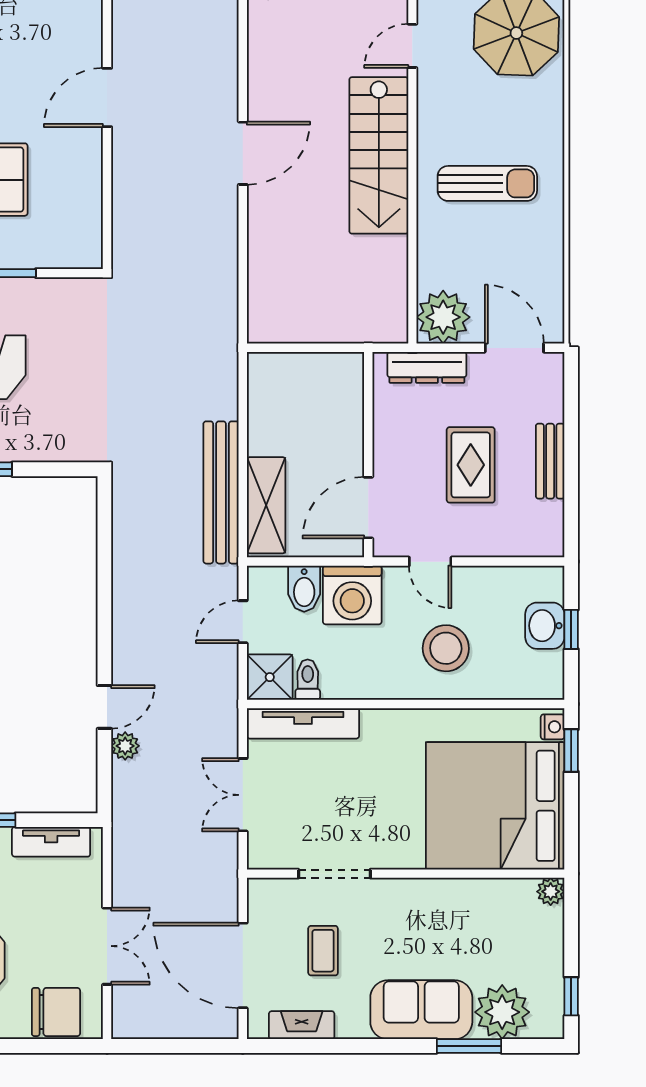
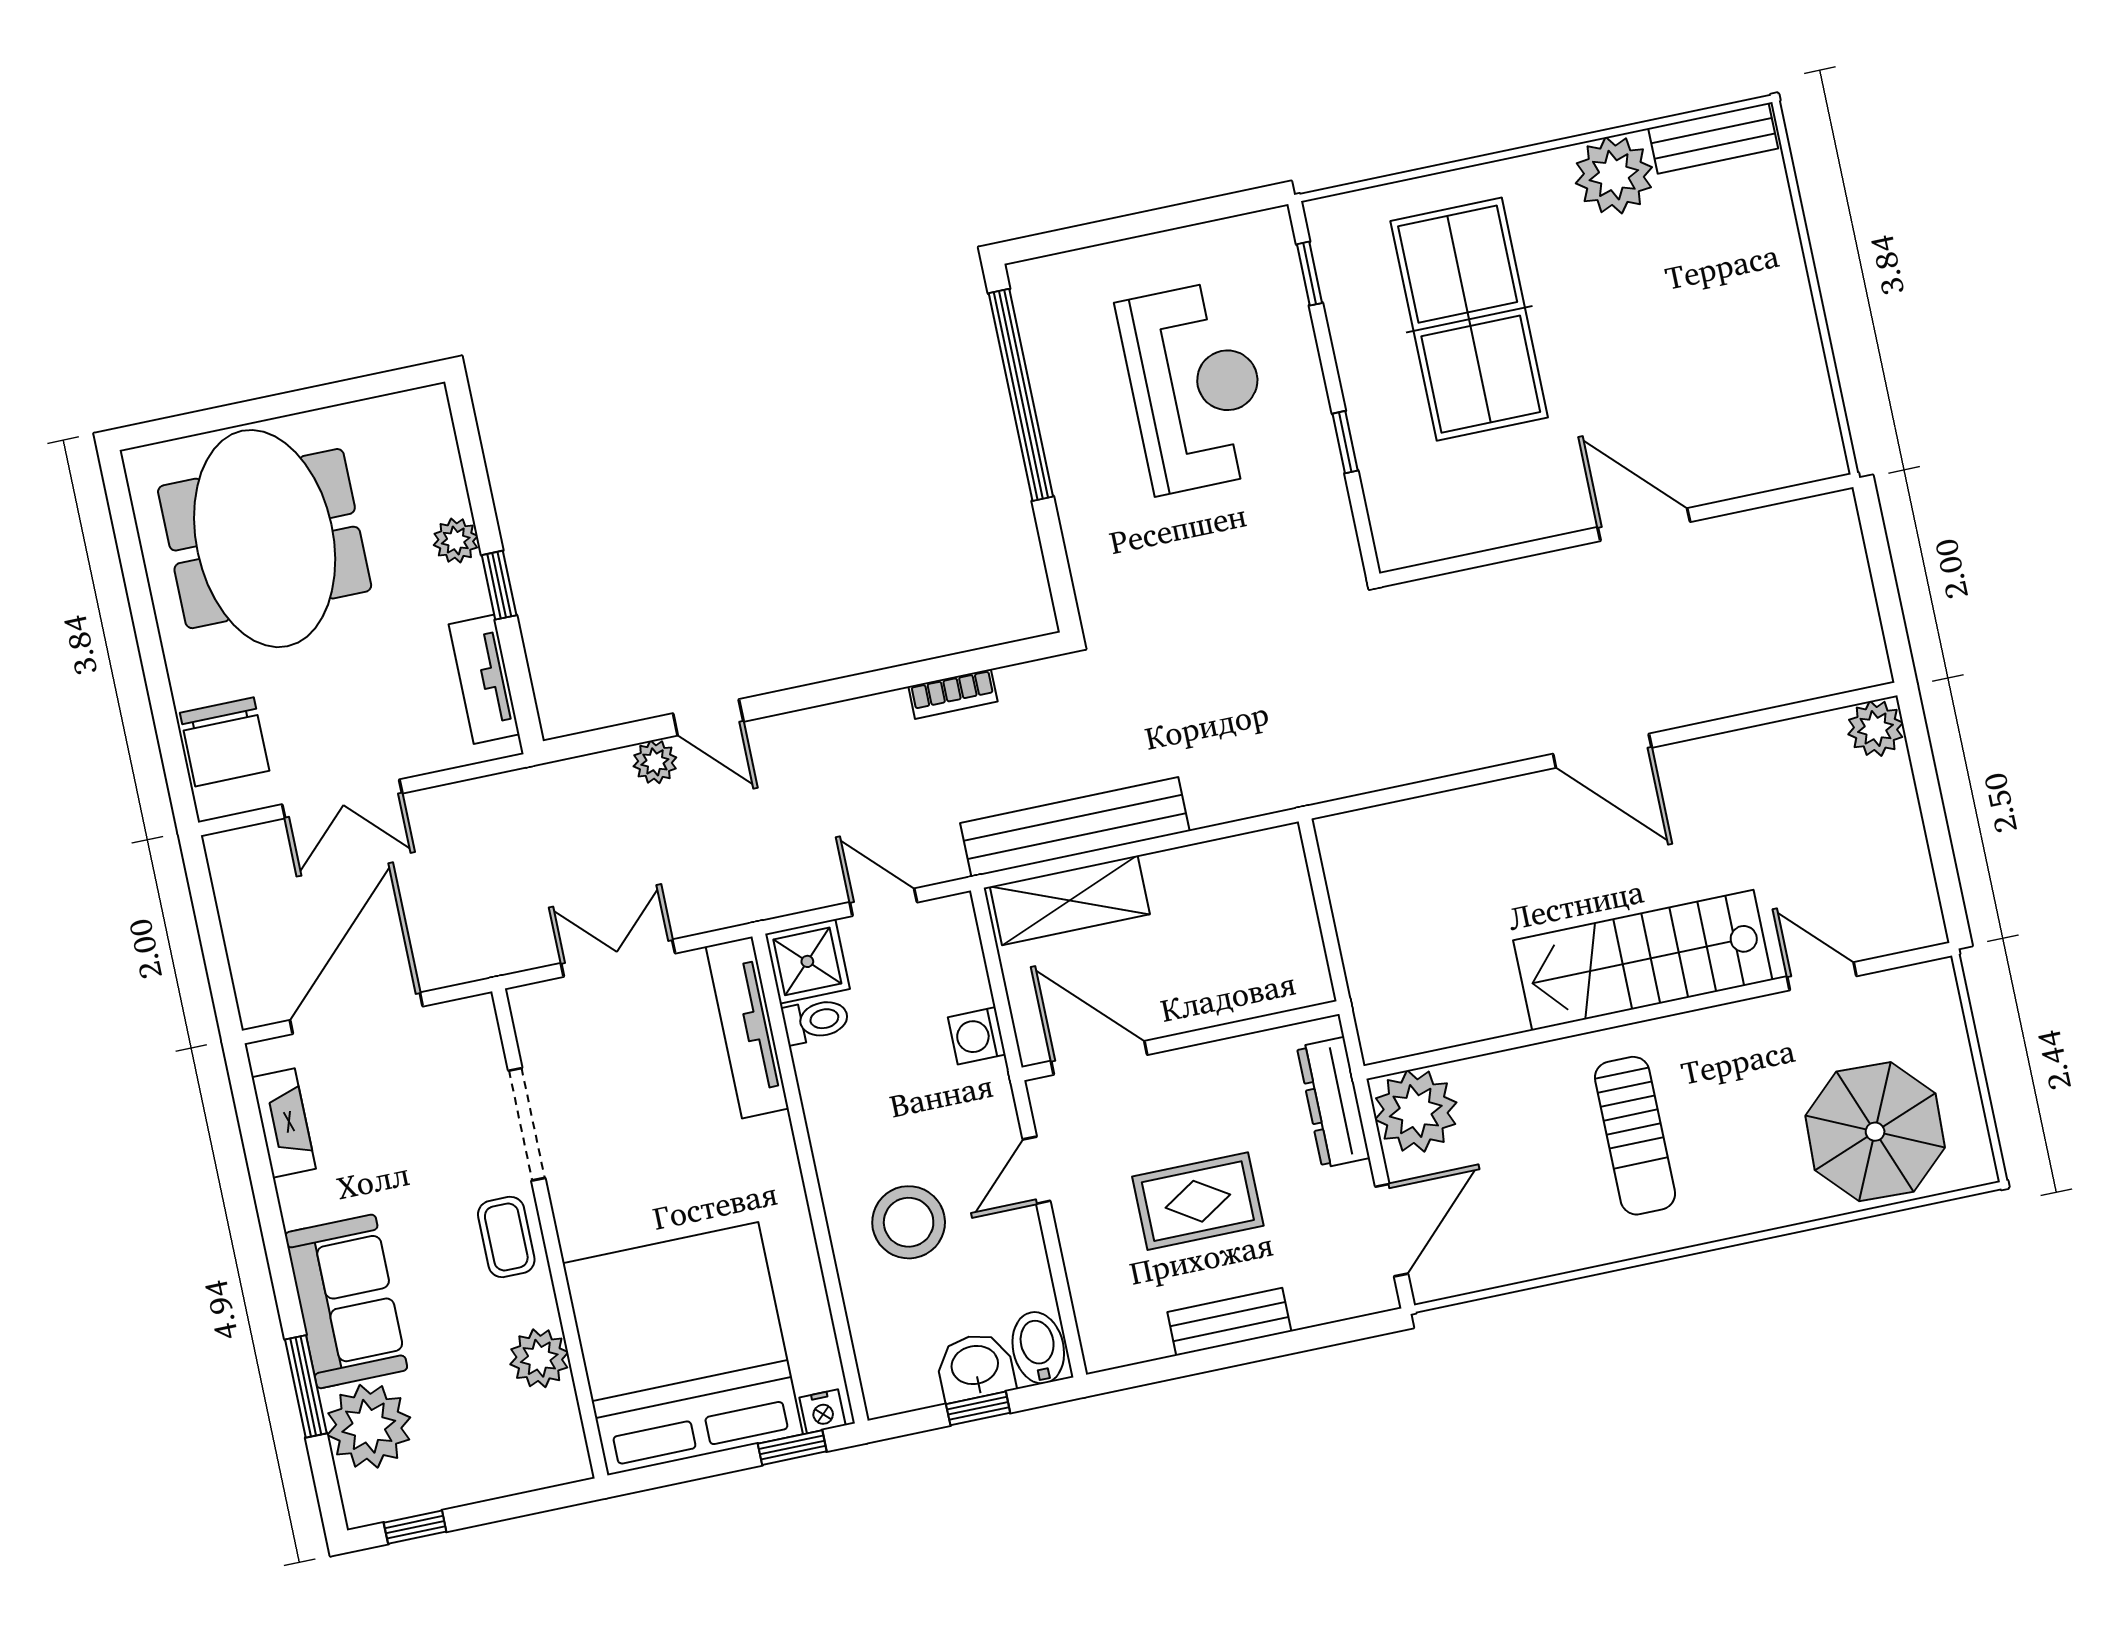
bookcase: (122, 551) -> (953, 694), added
bidet: (304, 589) -> (1038, 1348), moved, turned 90
washing machine: (352, 595) -> (977, 1036), width x0.53, depth x0.53
plant: (551, 892) -> (539, 1358), moved, width x1.38, depth x1.38
coffee table: (323, 951) -> (506, 1237), moved, turned 90

